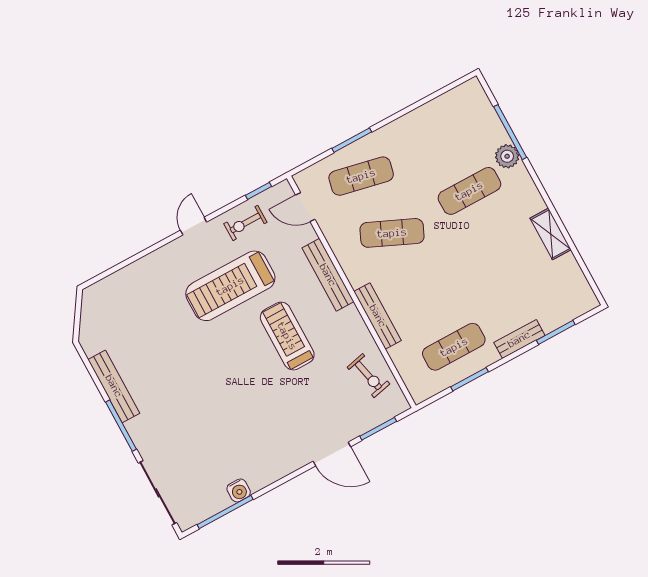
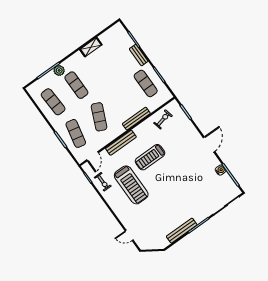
exercise mat: (439, 134) -> (53, 102), added
door: (194, 226) -> (129, 235), moved
door: (332, 454) -> (209, 145), moved

